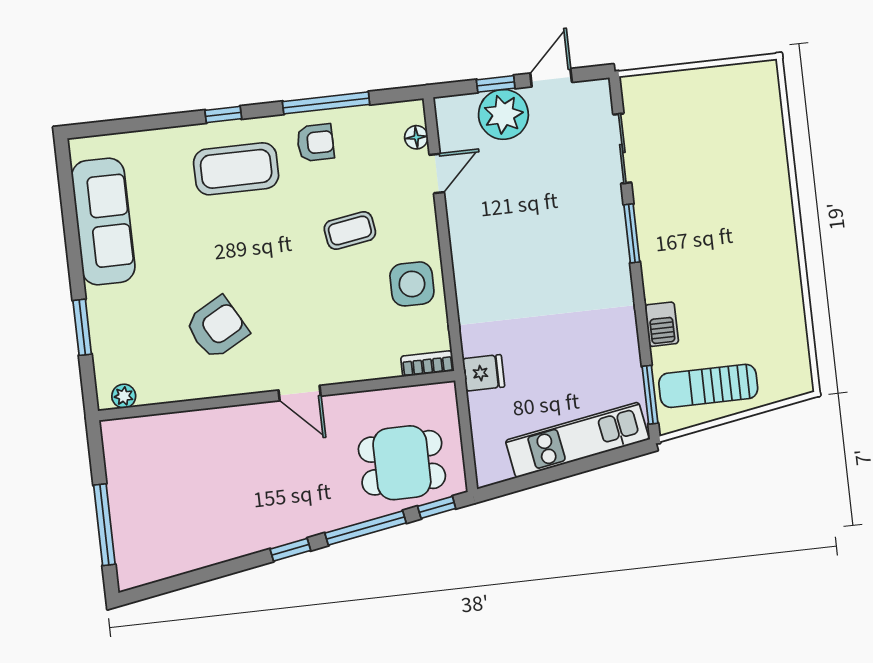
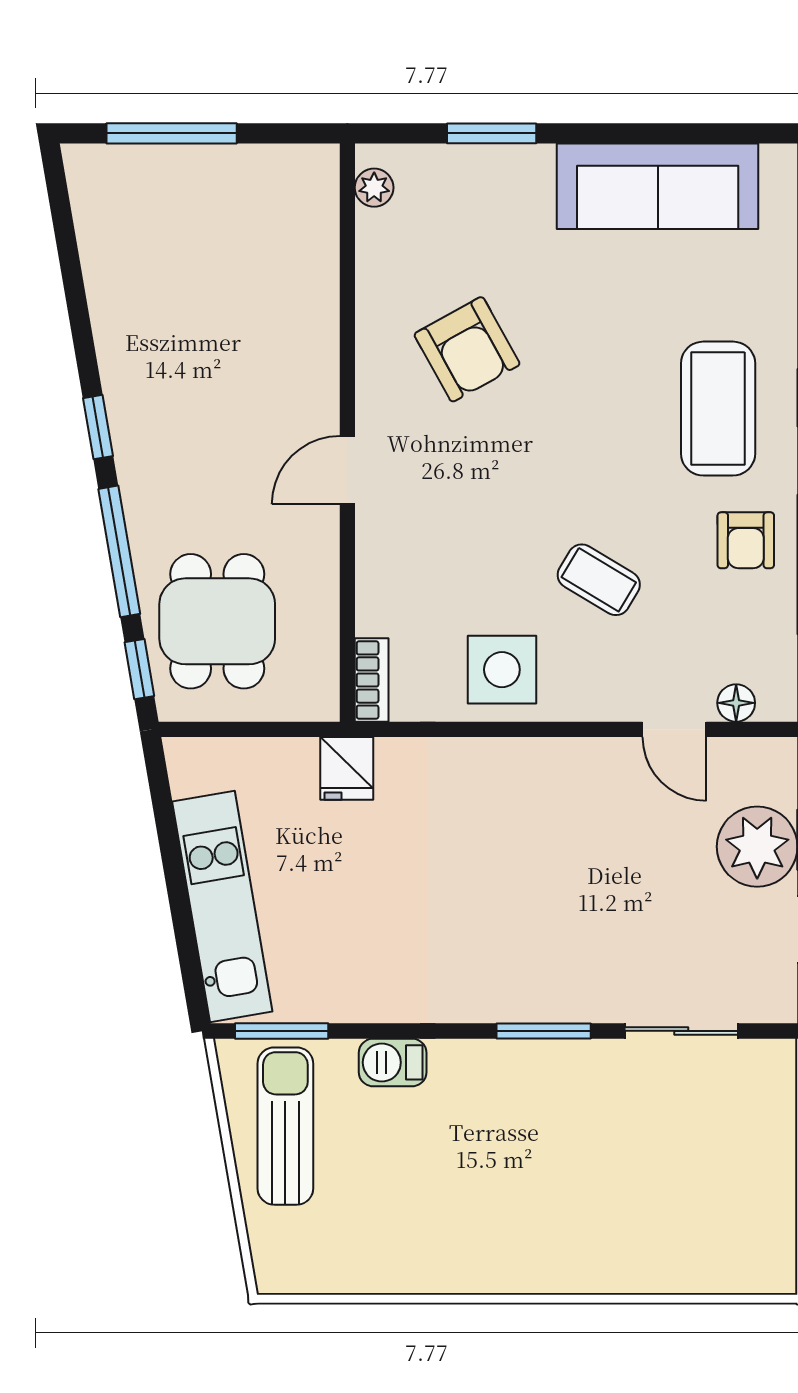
coffee table: (350, 230) -> (599, 580), turned -50

